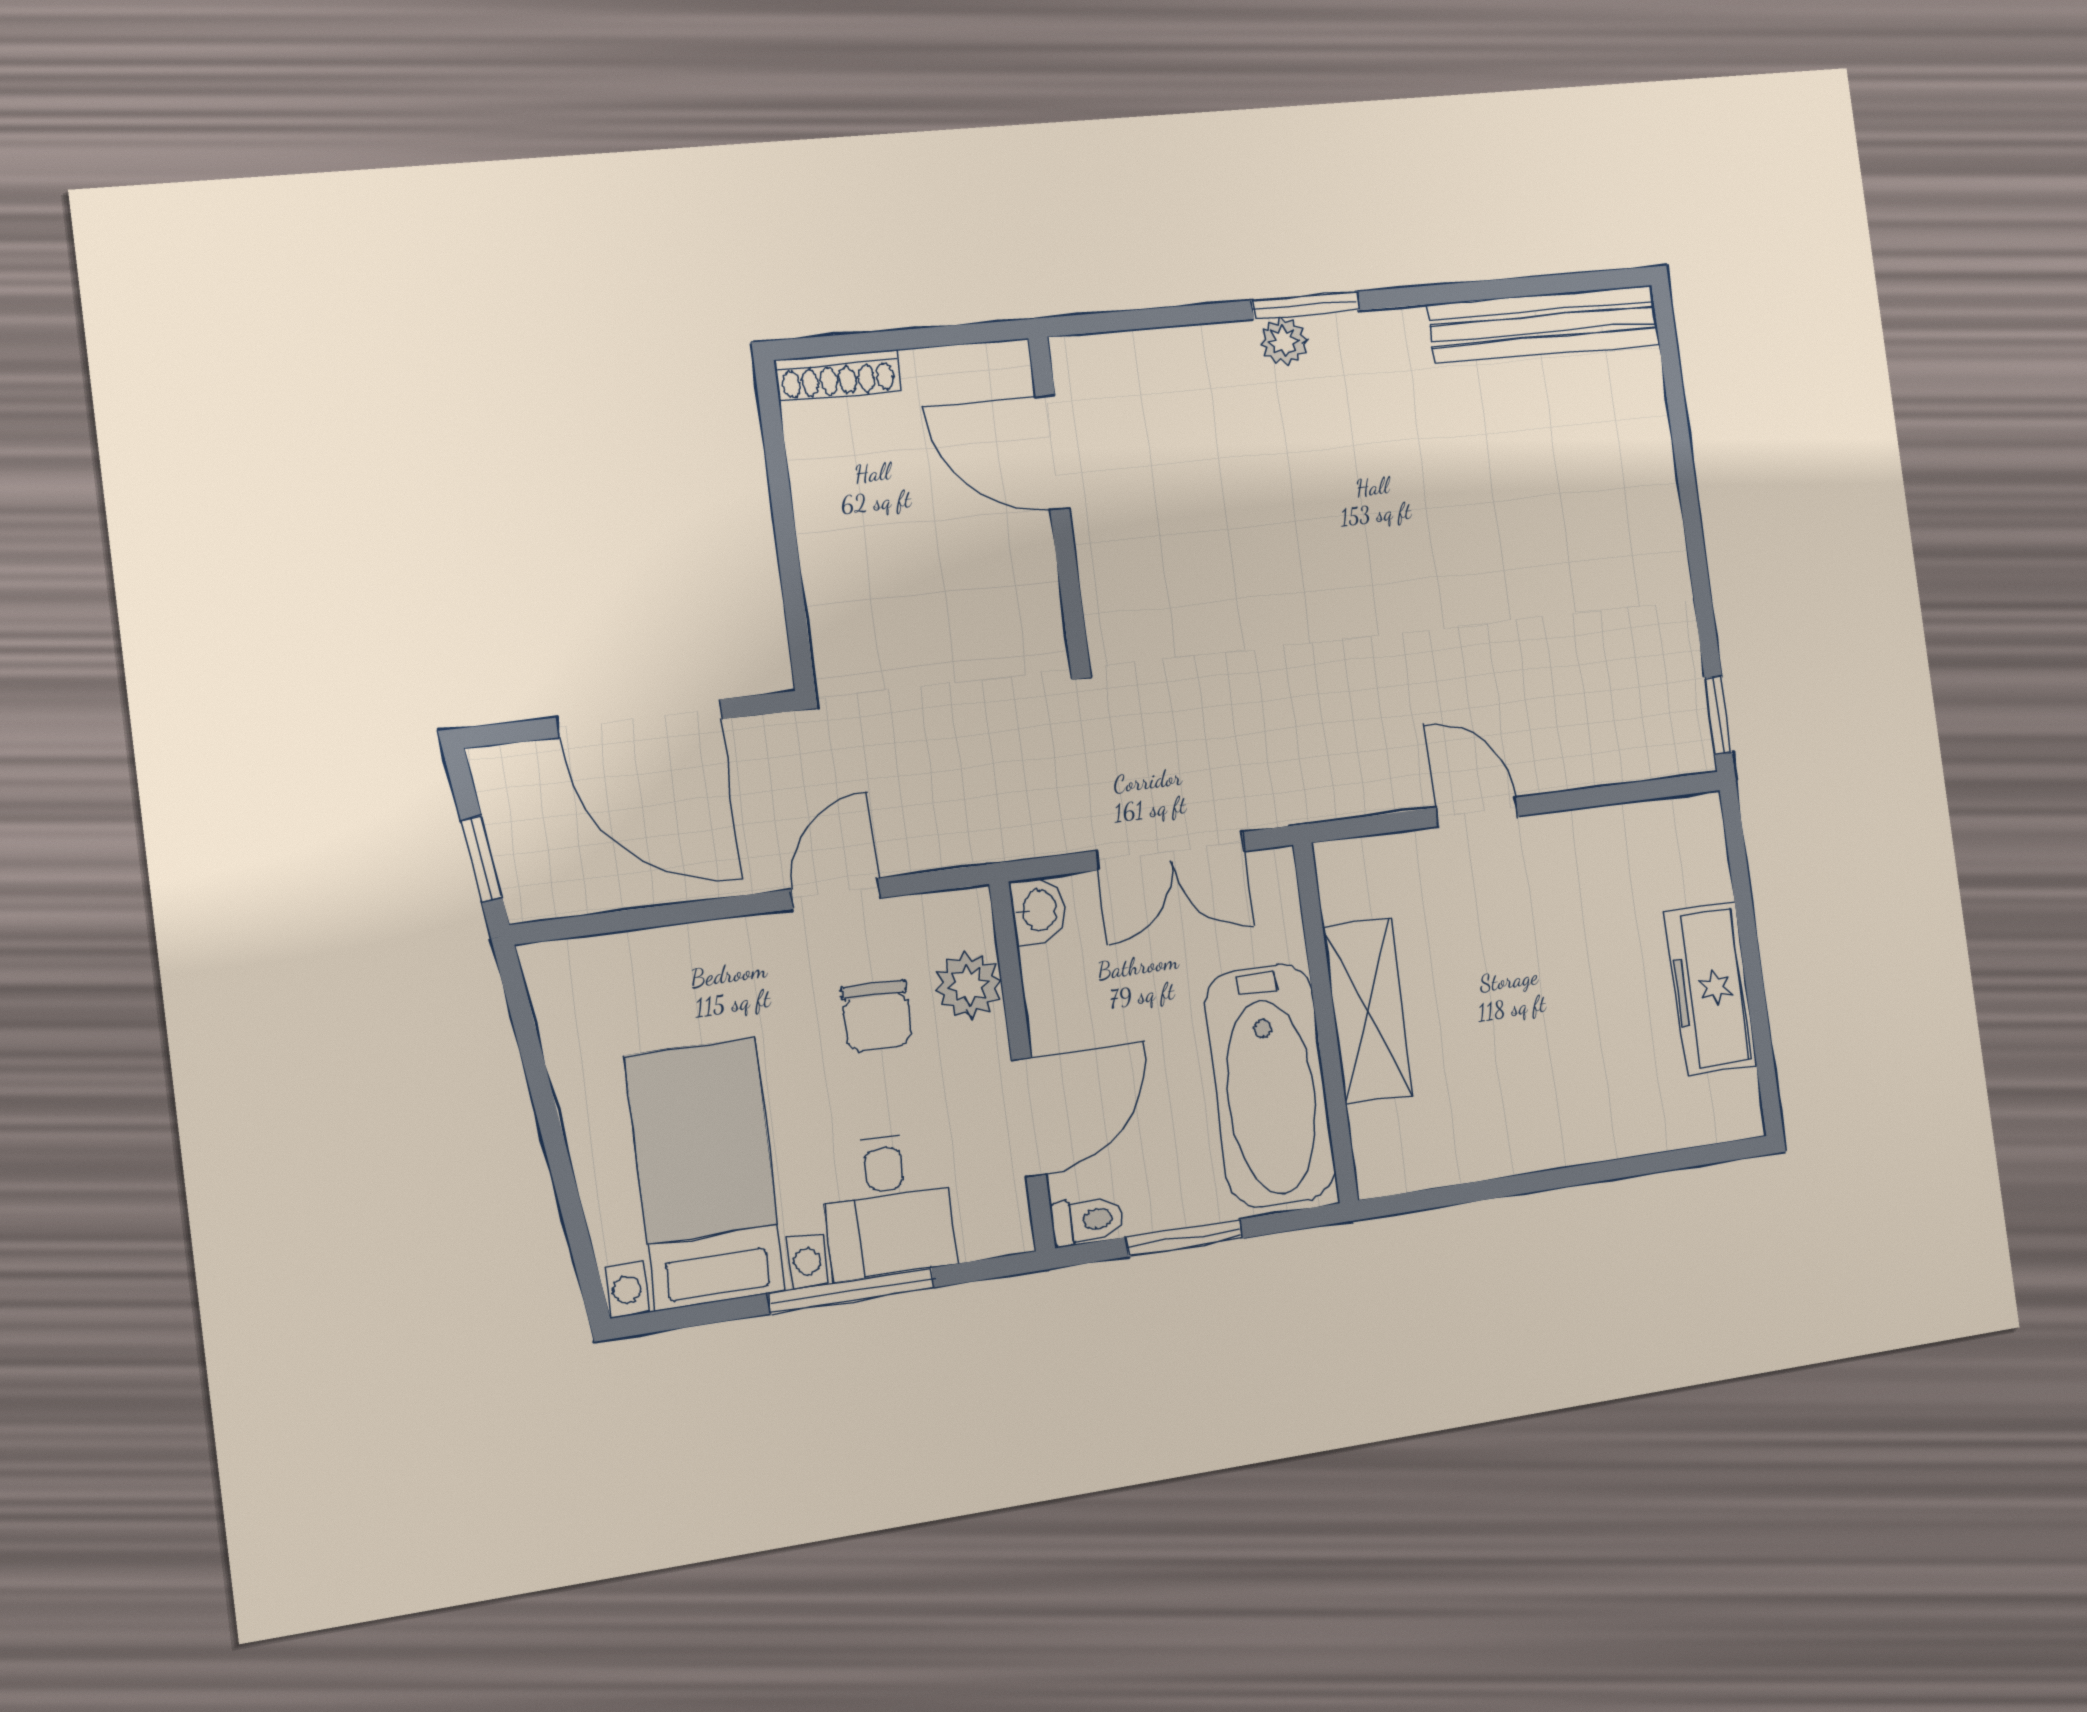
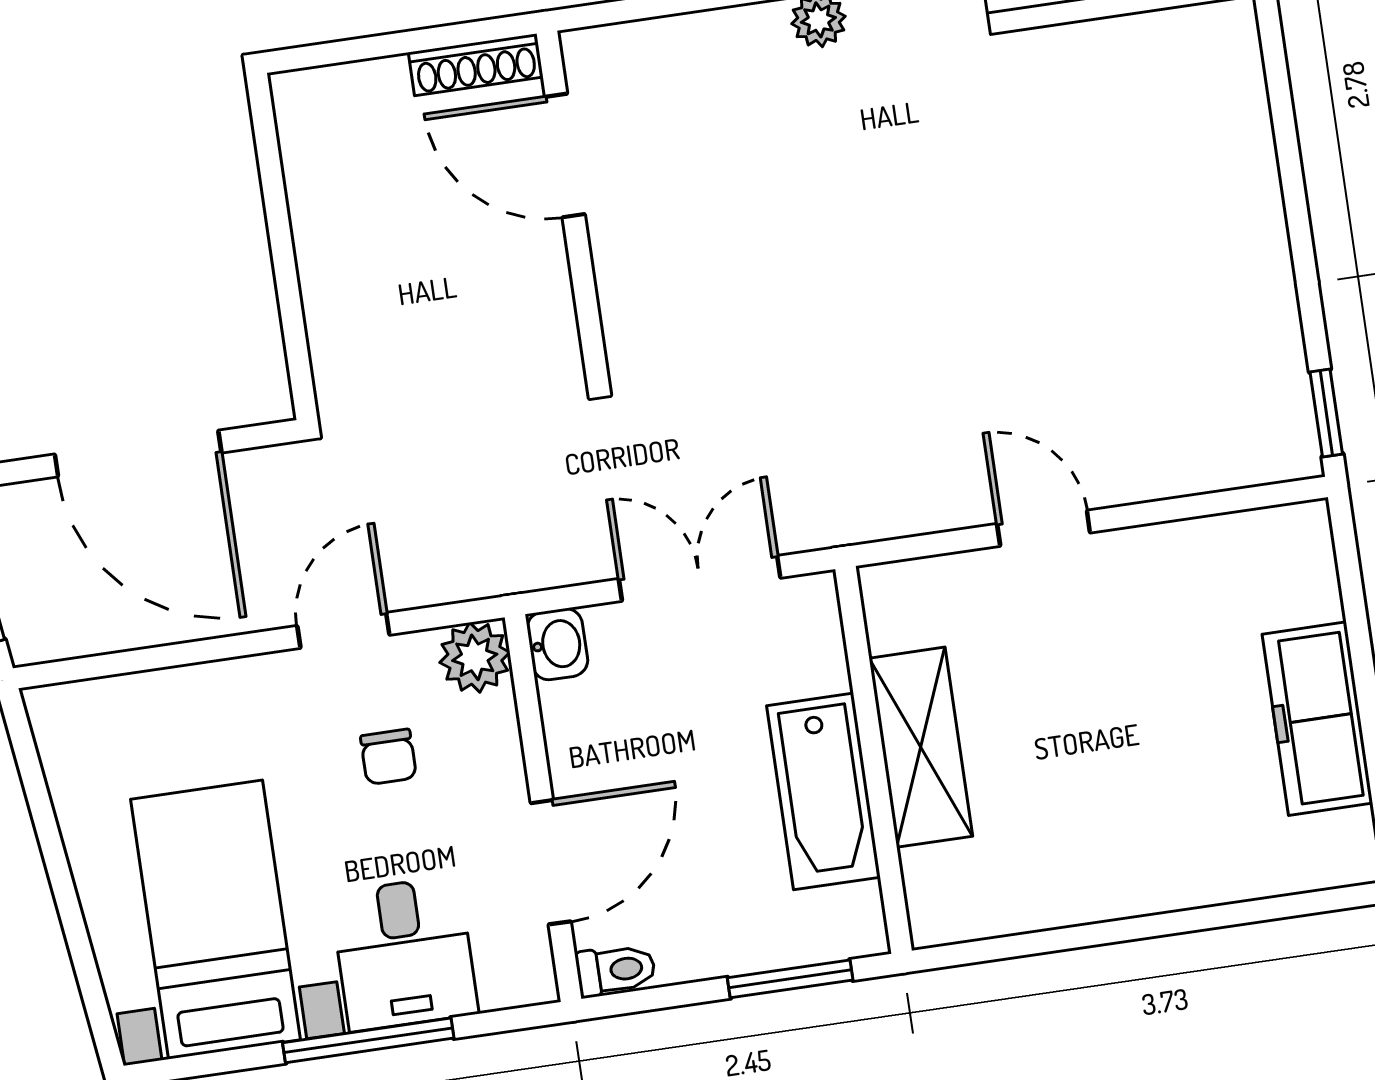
shoe rack: (838, 375) -> (476, 65), moved
double door: (1170, 851) -> (700, 578), swing flipped
plant: (969, 985) -> (475, 657), moved
chair: (877, 1016) -> (388, 757), width x0.73, depth x0.73
bathtub: (1270, 1085) -> (824, 791), width x0.73, depth x0.73
window: (1184, 1238) -> (790, 979), moved

